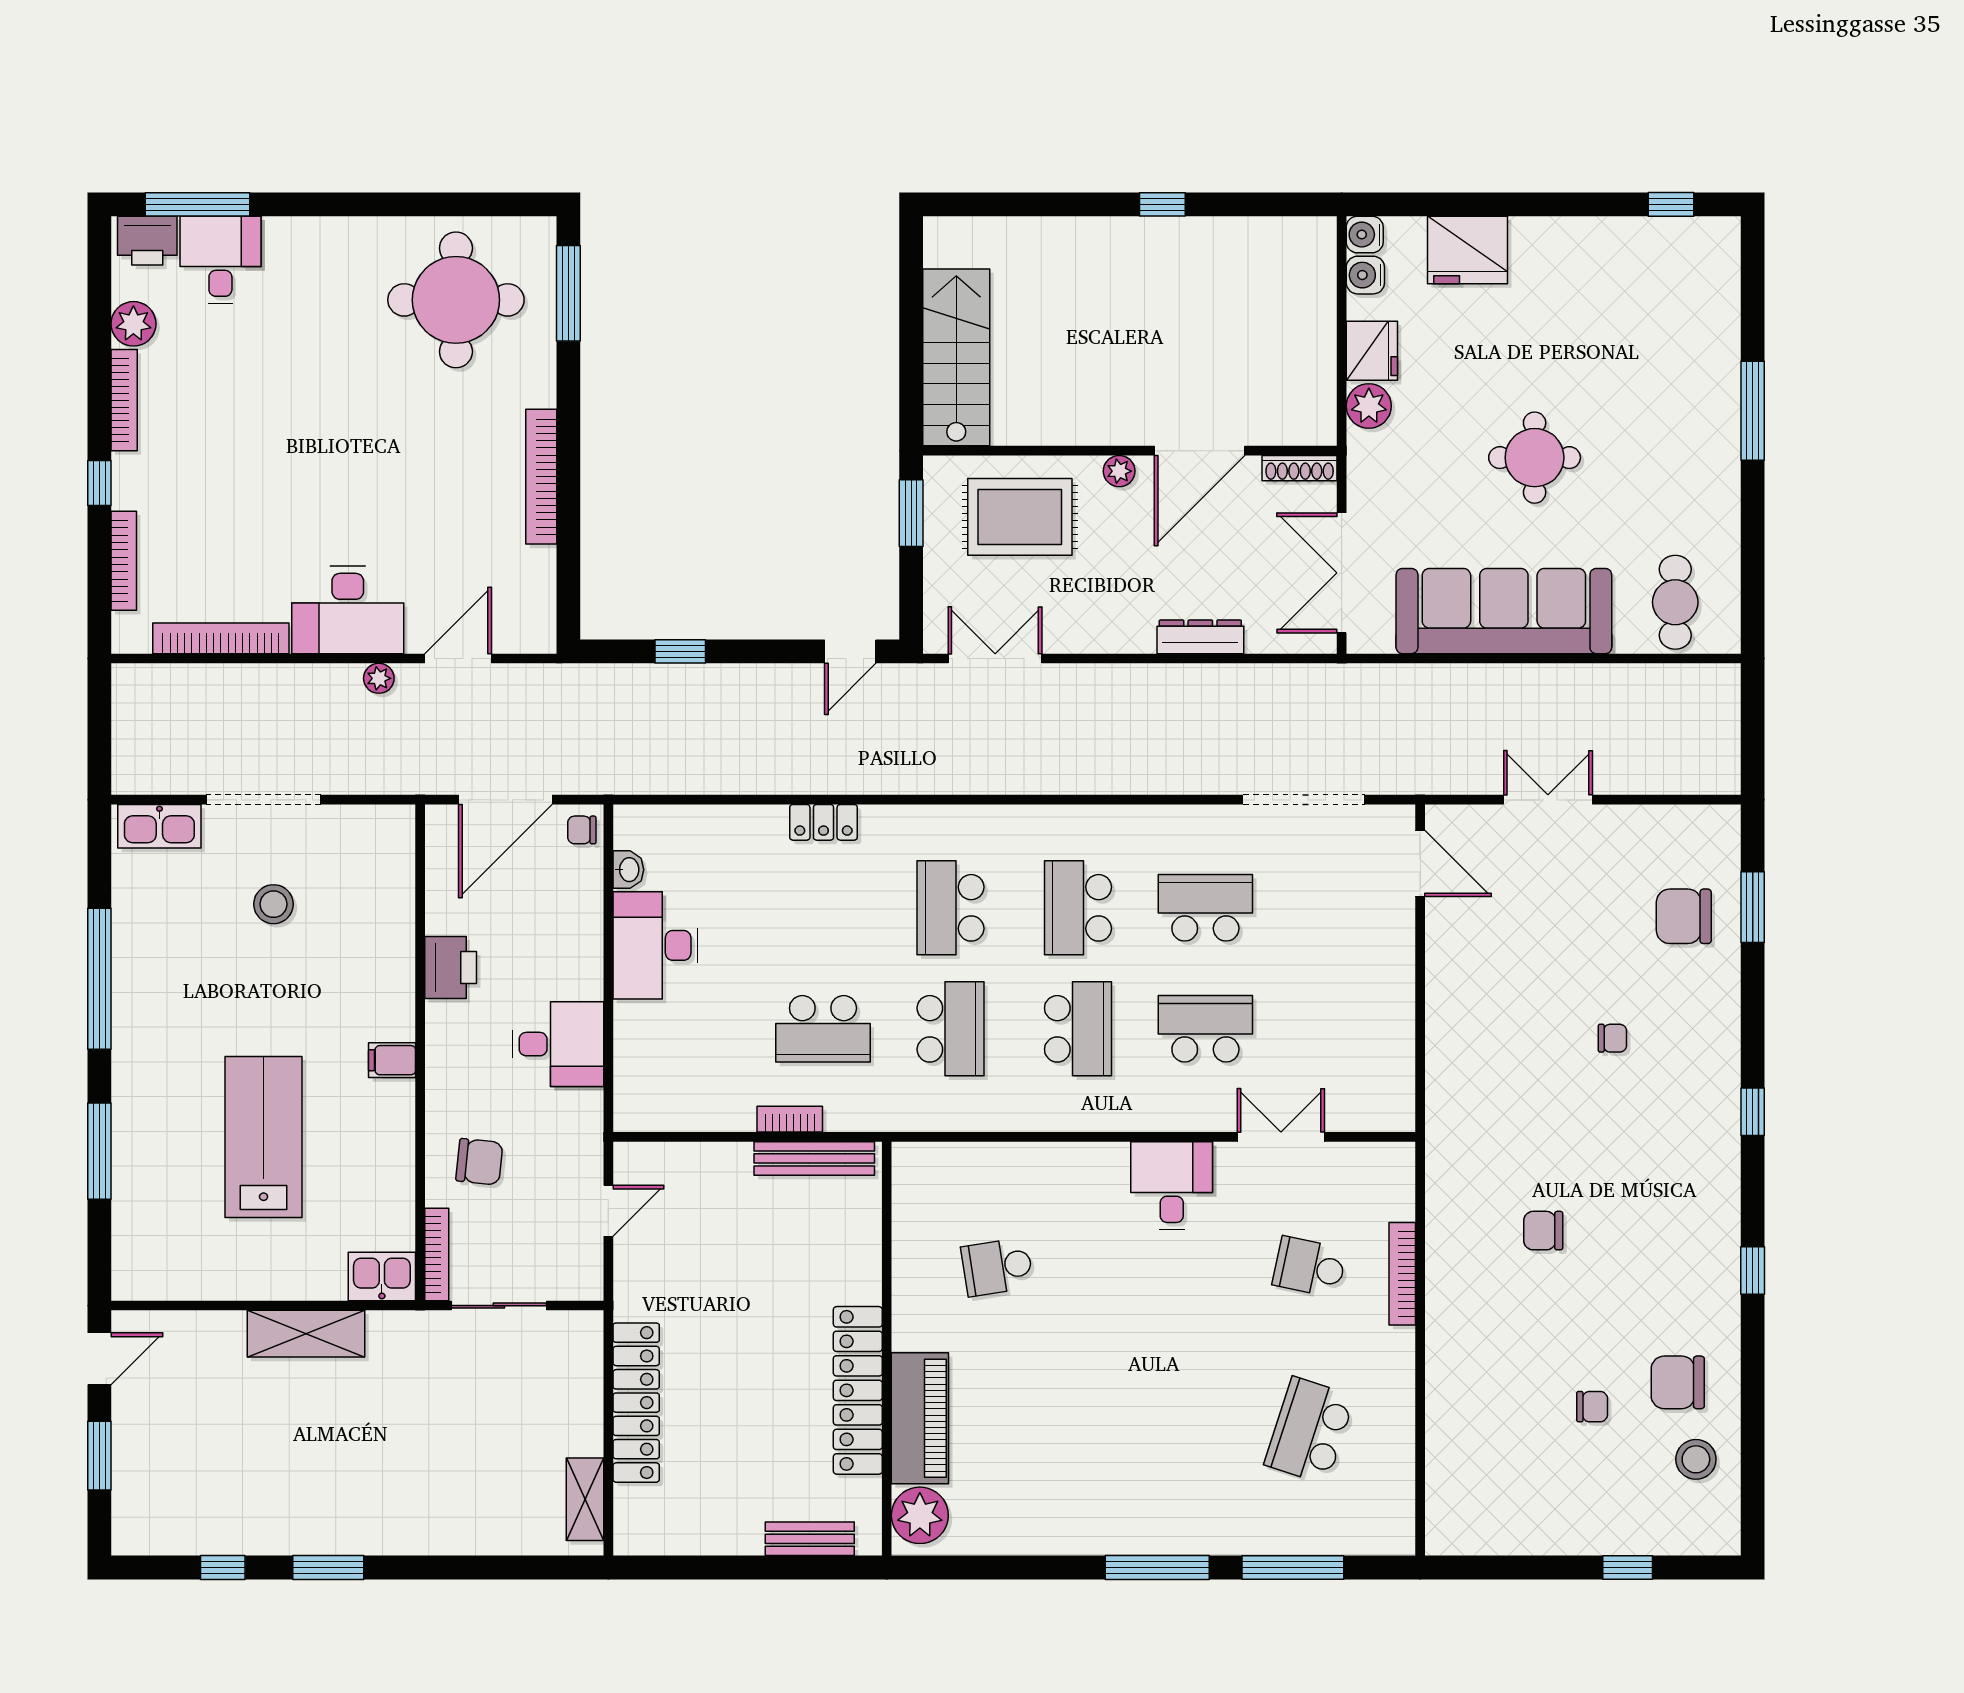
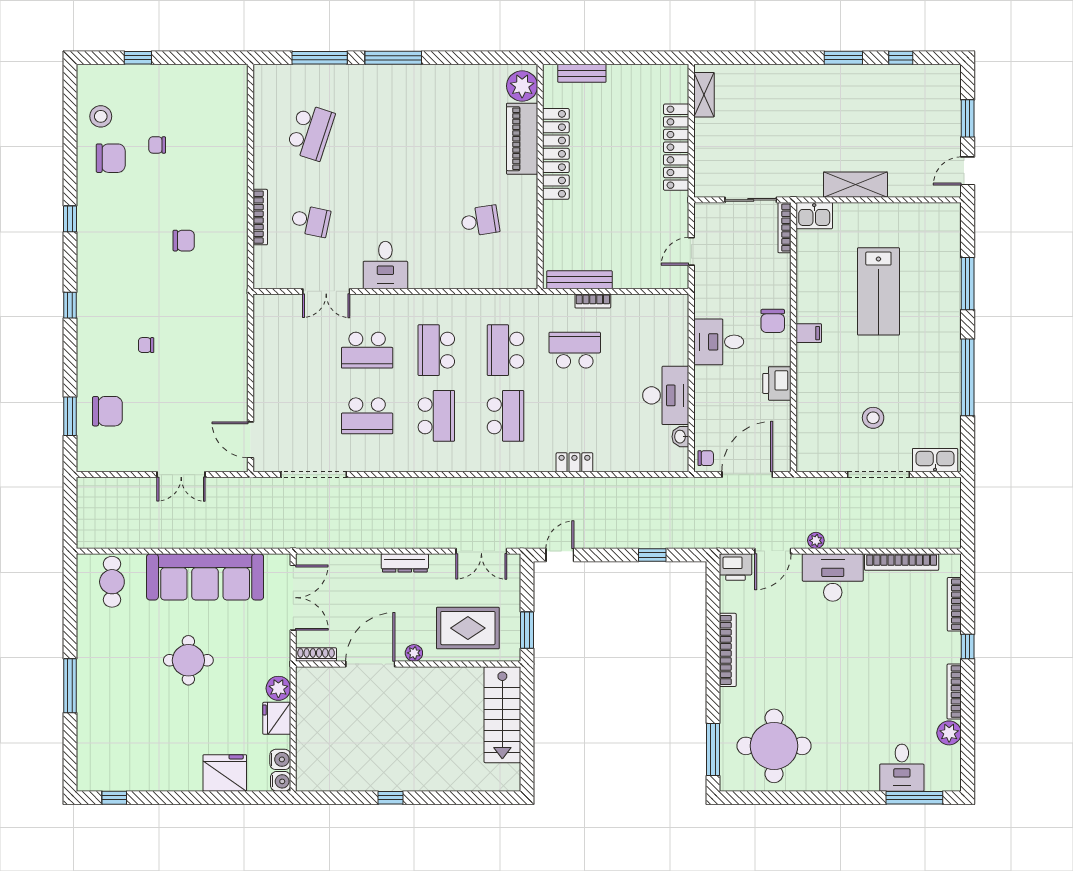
printer: (147, 241) -> (735, 567), moved, turned 180
dresser: (1200, 637) -> (405, 563), moved
chair: (479, 1162) -> (773, 321), moved, turned -96

